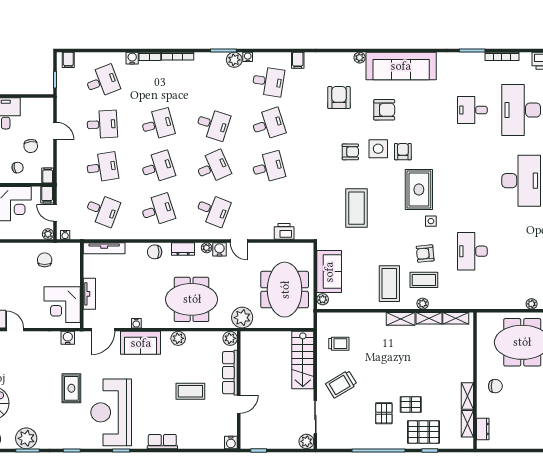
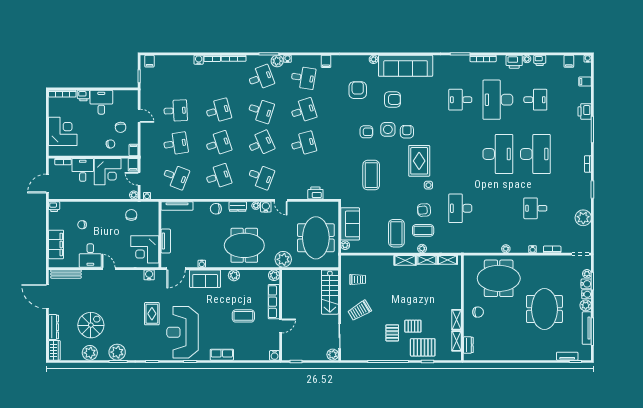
desk: (102, 81) -> (261, 78), moved

